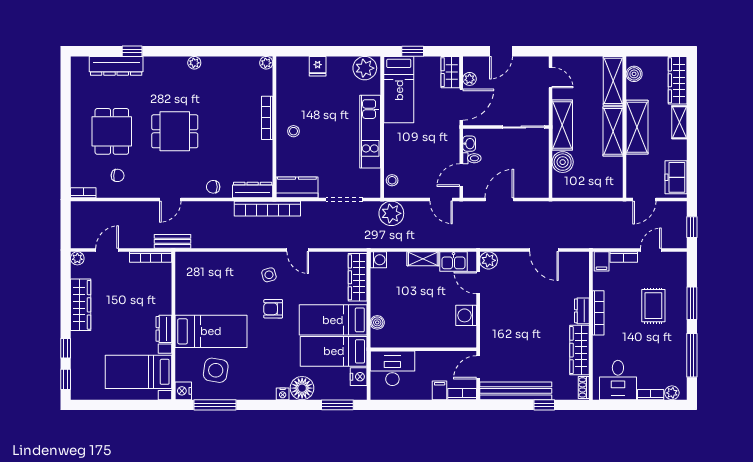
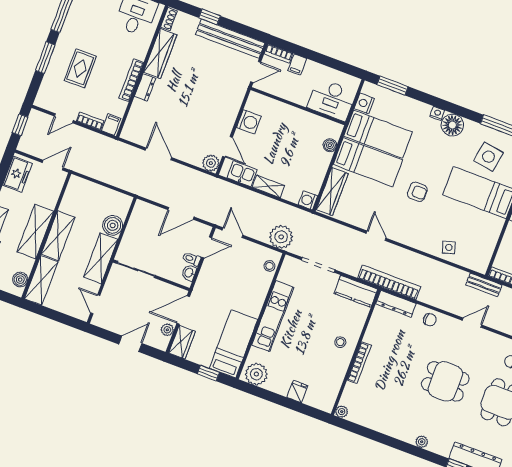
plant: (194, 63) -> (422, 442), moved
side table: (269, 275) -> (449, 247), moved
floor lamp: (302, 388) -> (452, 125), moved

